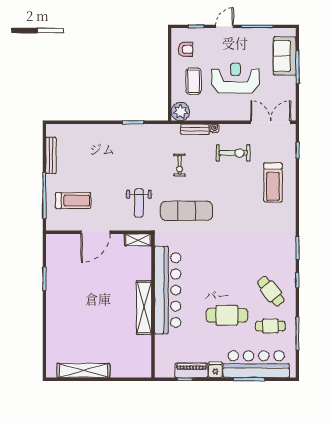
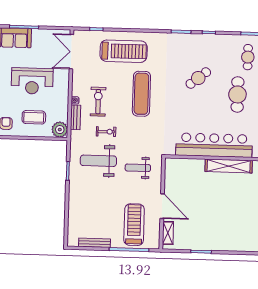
reception desk: (235, 78) -> (32, 81), turned -90
exercise bike: (233, 153) -> (98, 102), moved
weight bench: (146, 157) -> (98, 161), added
treadmill: (273, 183) -> (124, 51), width x1.37, depth x1.38
treadmill: (73, 201) -> (134, 225), width x1.37, depth x1.38
weight bench: (139, 203) -> (138, 168), turned 180
exercise mat: (186, 211) -> (141, 94), moved
shelving: (138, 240) -> (168, 233), moved
cafe table: (271, 291) -> (198, 78), moved

